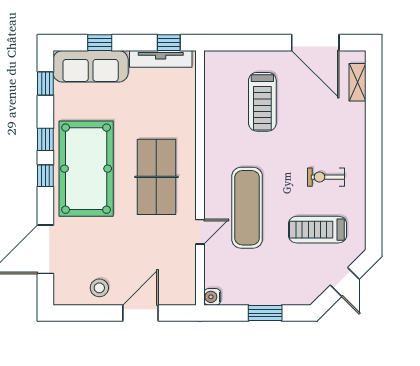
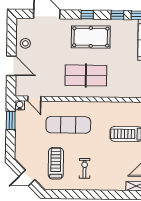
window: (45, 139) -> (117, 15), moved
pool table: (86, 169) -> (91, 37), width x0.73, depth x0.76
door: (200, 232) -> (34, 99), moved
window: (265, 313) -> (11, 120), moved

